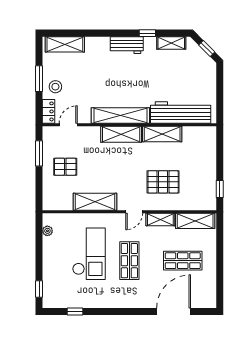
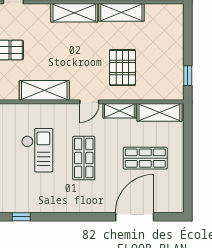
pallet: (163, 182) -> (122, 68), turned 90
checkout: (89, 254) -> (37, 150), width x0.73, depth x0.83

